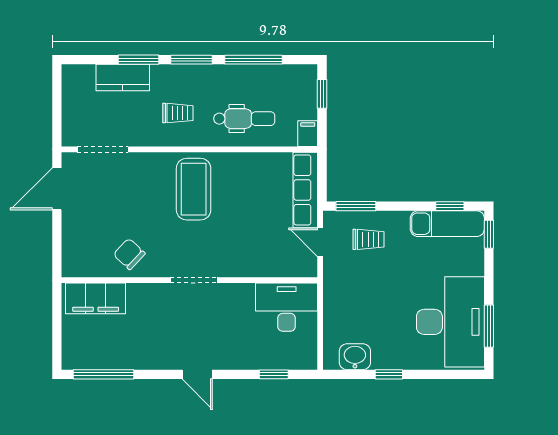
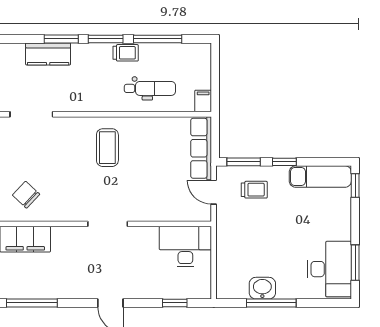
window: (322, 94) -> (215, 68), removed
trolley: (178, 113) -> (126, 53), moved
coffee table: (194, 189) -> (107, 148), width x0.73, depth x0.76
window: (450, 206) -> (284, 162), moved
chair: (129, 254) -> (26, 195), moved
desk: (450, 322) -> (329, 269), width x0.73, depth x0.77
washbasin: (355, 357) -> (262, 288), moved
window: (389, 374) -> (271, 303), width x2.17

